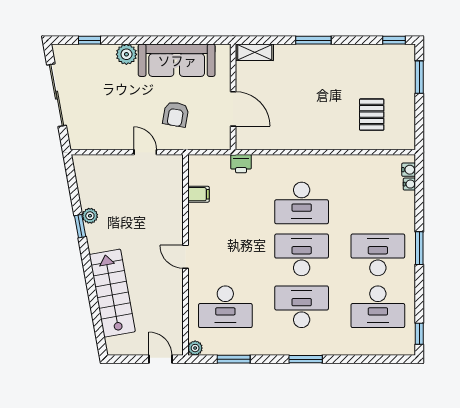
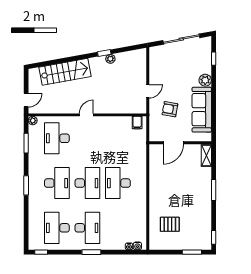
printer: (241, 164) -> (141, 147), removed
filing cabinet: (198, 194) -> (137, 123), moved

